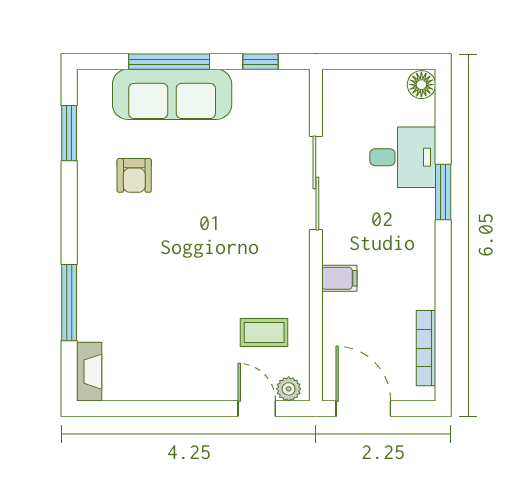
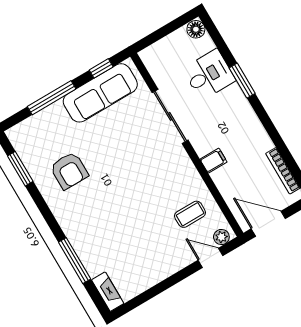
sofa: (172, 94) -> (100, 93), moved
armchair: (134, 175) -> (69, 171), width x1.38, depth x1.38

